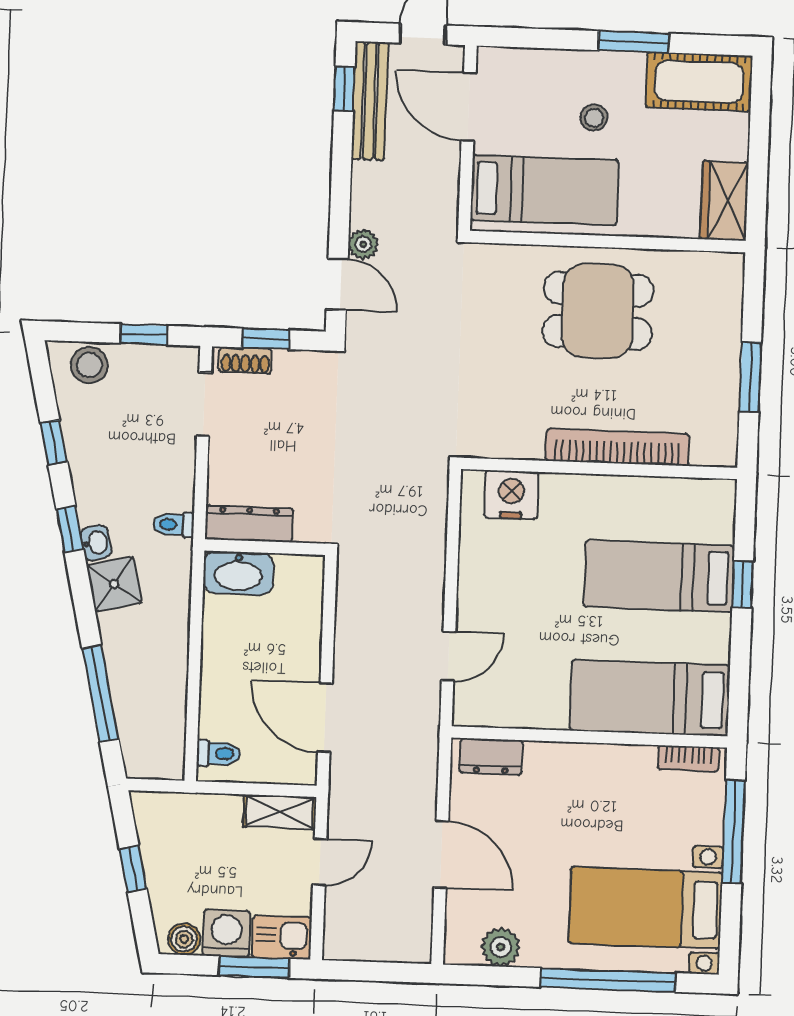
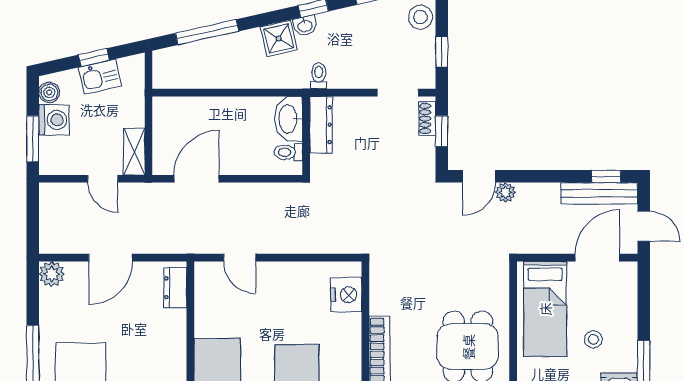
toilet: (219, 753) -> (288, 152), moved, turned 90
kitchen sink: (282, 937) -> (100, 77), moved, turned 77
plant: (501, 947) -> (52, 274), moved

